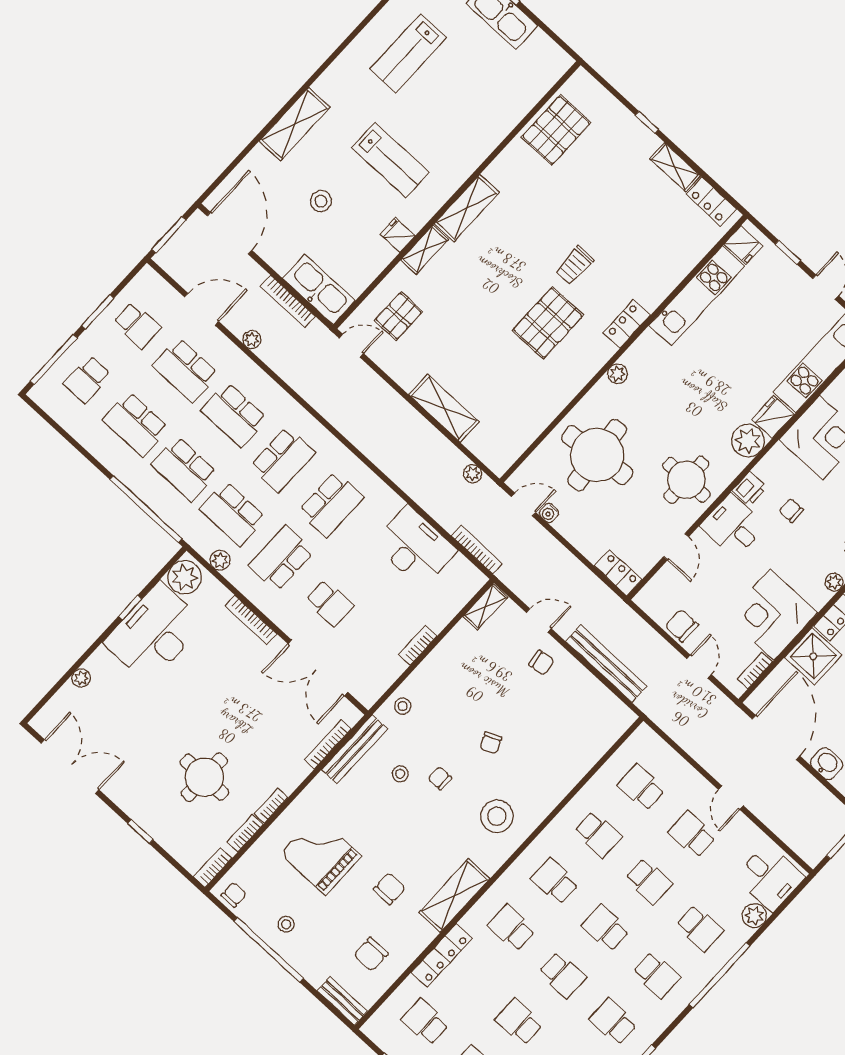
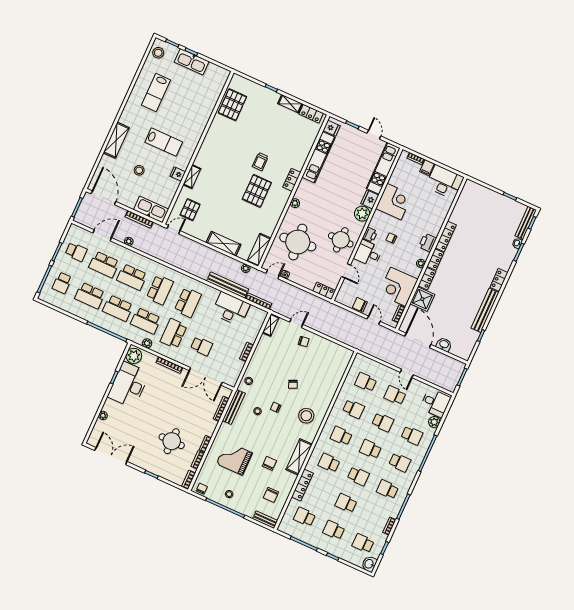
shelving: (467, 208) -> (259, 250), moved
bench: (606, 664) -> (228, 285), moved

